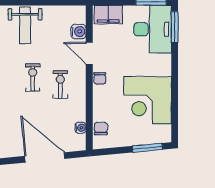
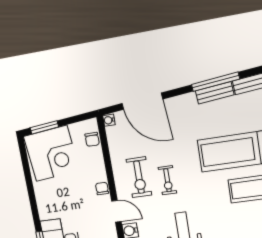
exercise bike: (60, 84) -> (139, 177), width x1.38, depth x1.39
corner desk: (148, 100) -> (51, 153), moved, turned 85
water cooler: (81, 128) -> (109, 120), moved

